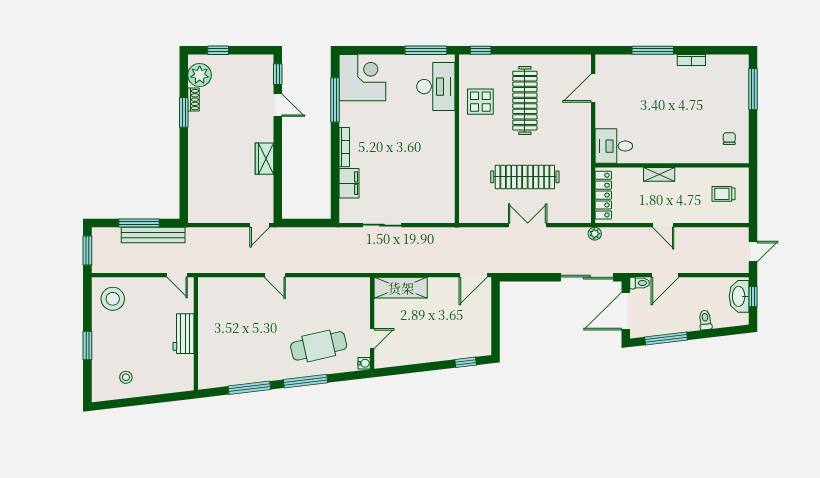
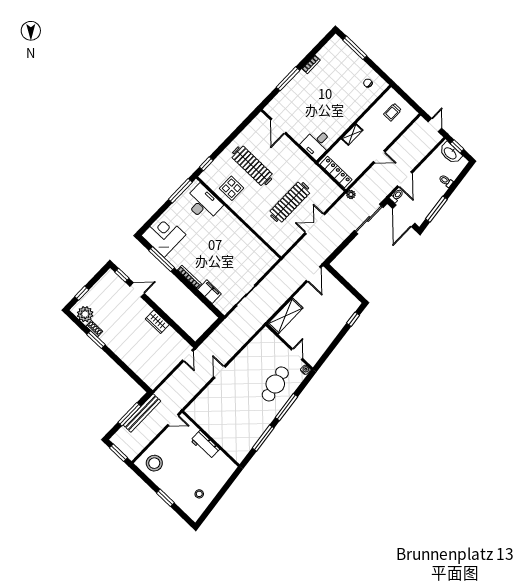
door: (275, 275) -> (219, 372), swing flipped

